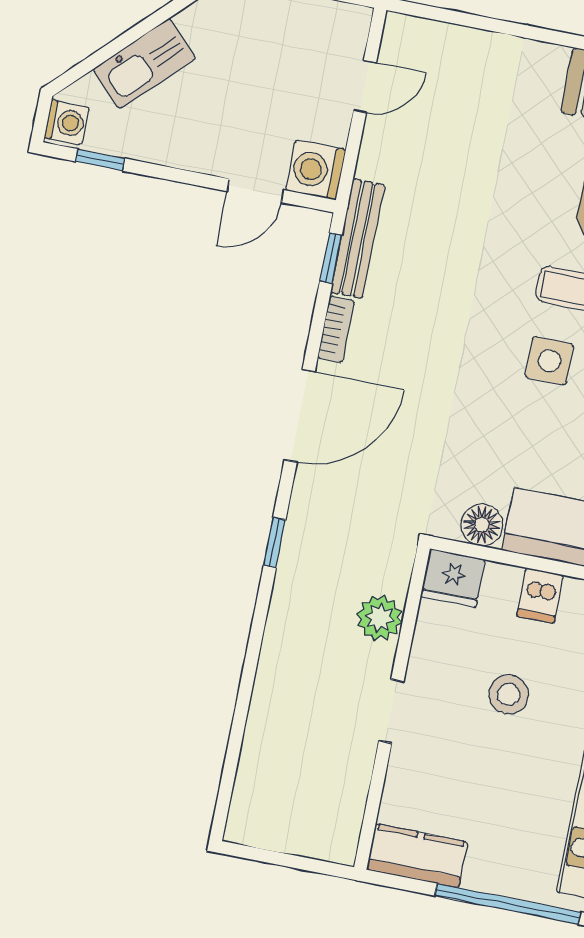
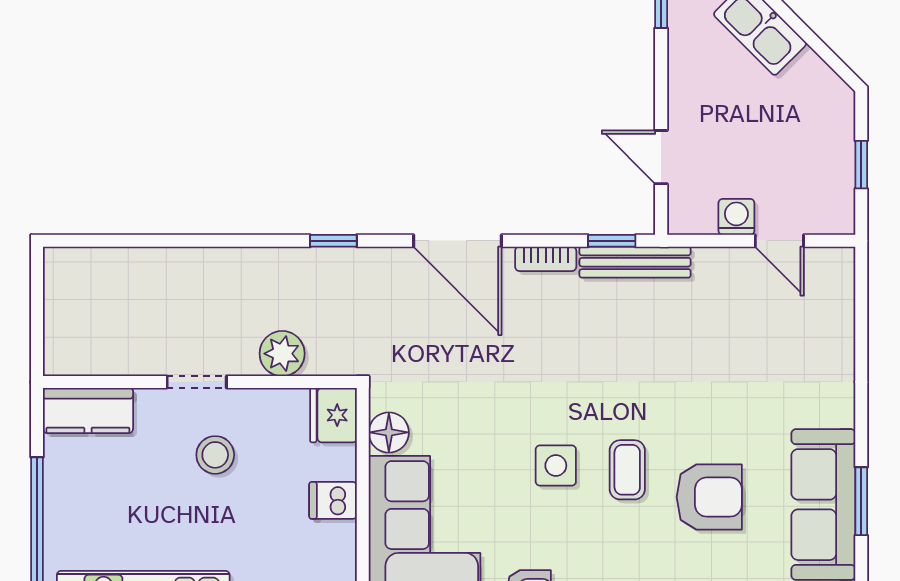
washing machine: (316, 170) -> (736, 217), moved, width x0.73, depth x0.73
stool: (509, 694) -> (215, 455), moved
kitchen counter: (417, 856) -> (88, 410), moved, turned 90

